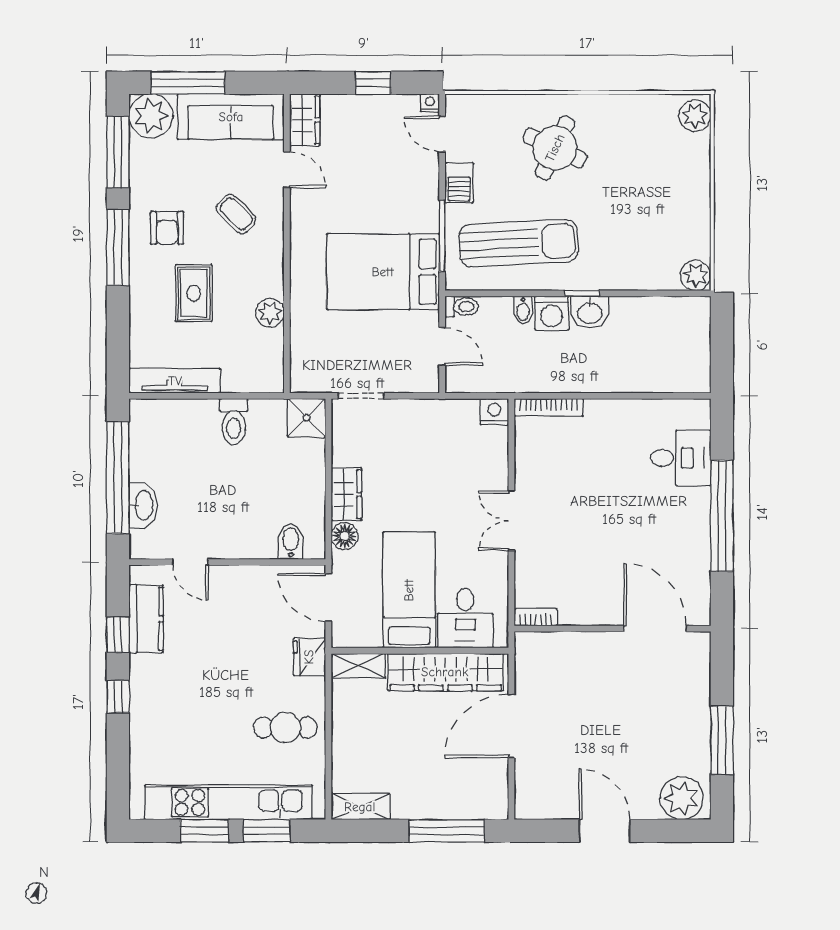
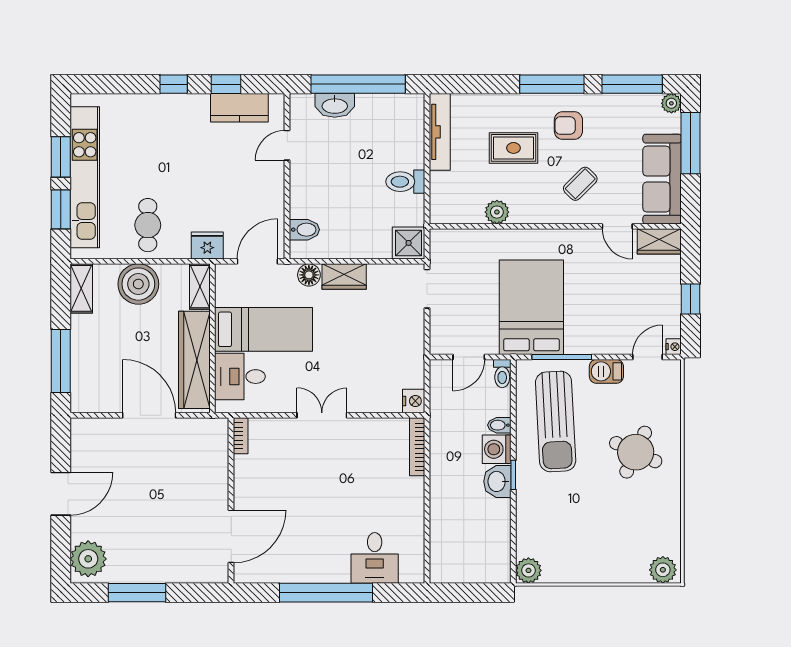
plant: (151, 116) -> (671, 103), width x0.53, depth x0.53
door: (287, 170) -> (617, 226), hinge flipped
boiler: (355, 739) -> (138, 284), added

